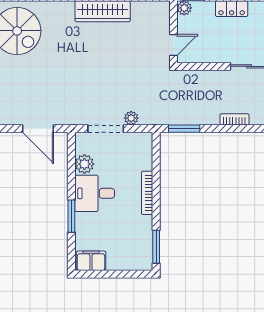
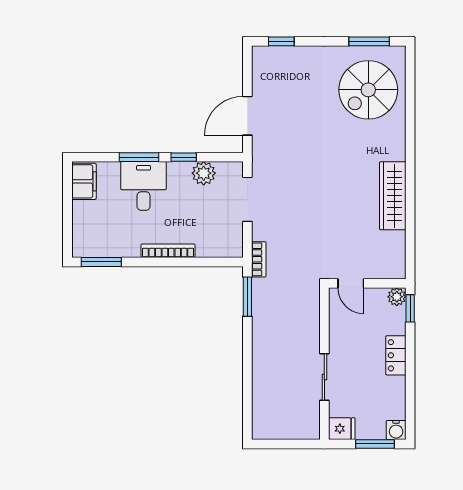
plant: (131, 118) -> (260, 231), removed
bookcase: (234, 119) -> (259, 259), moved
window: (71, 180) -> (184, 157), added
desk: (95, 193) -> (144, 186), moved

